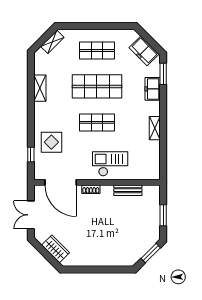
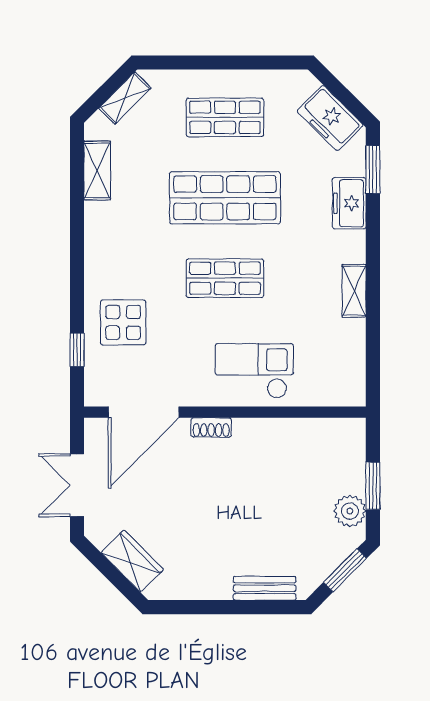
shelving: (40, 88) -> (97, 171), moved
door: (61, 182) -> (144, 412), hinge flipped
bench: (128, 190) -> (265, 588), moved
plant: (153, 227) -> (350, 511), added

